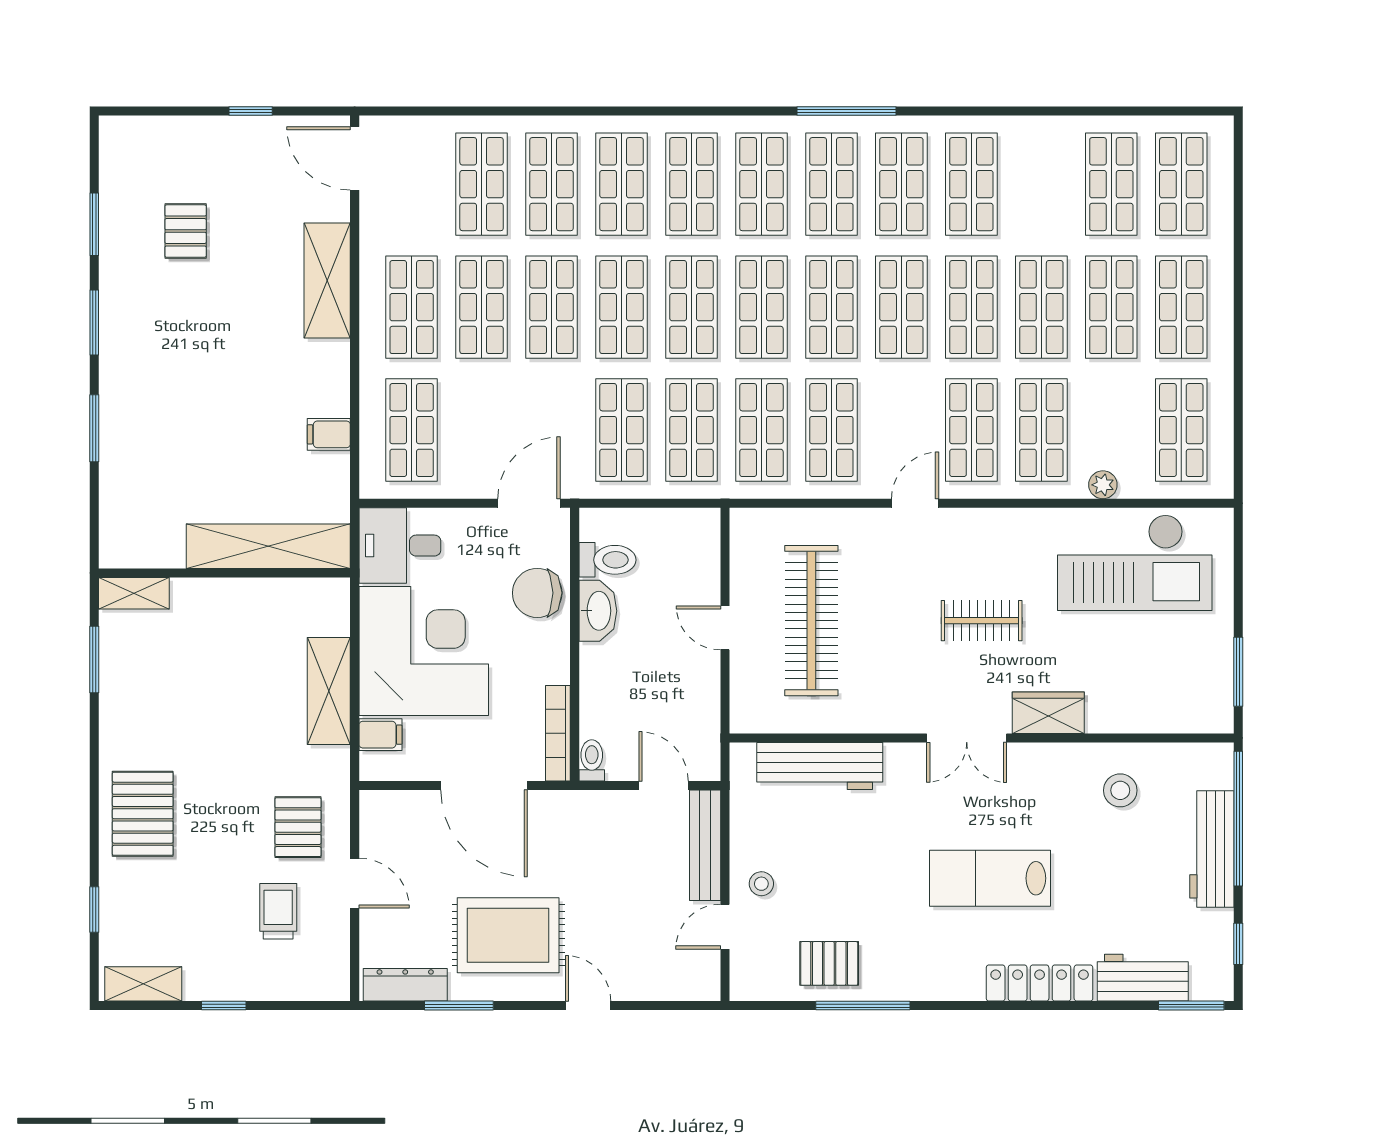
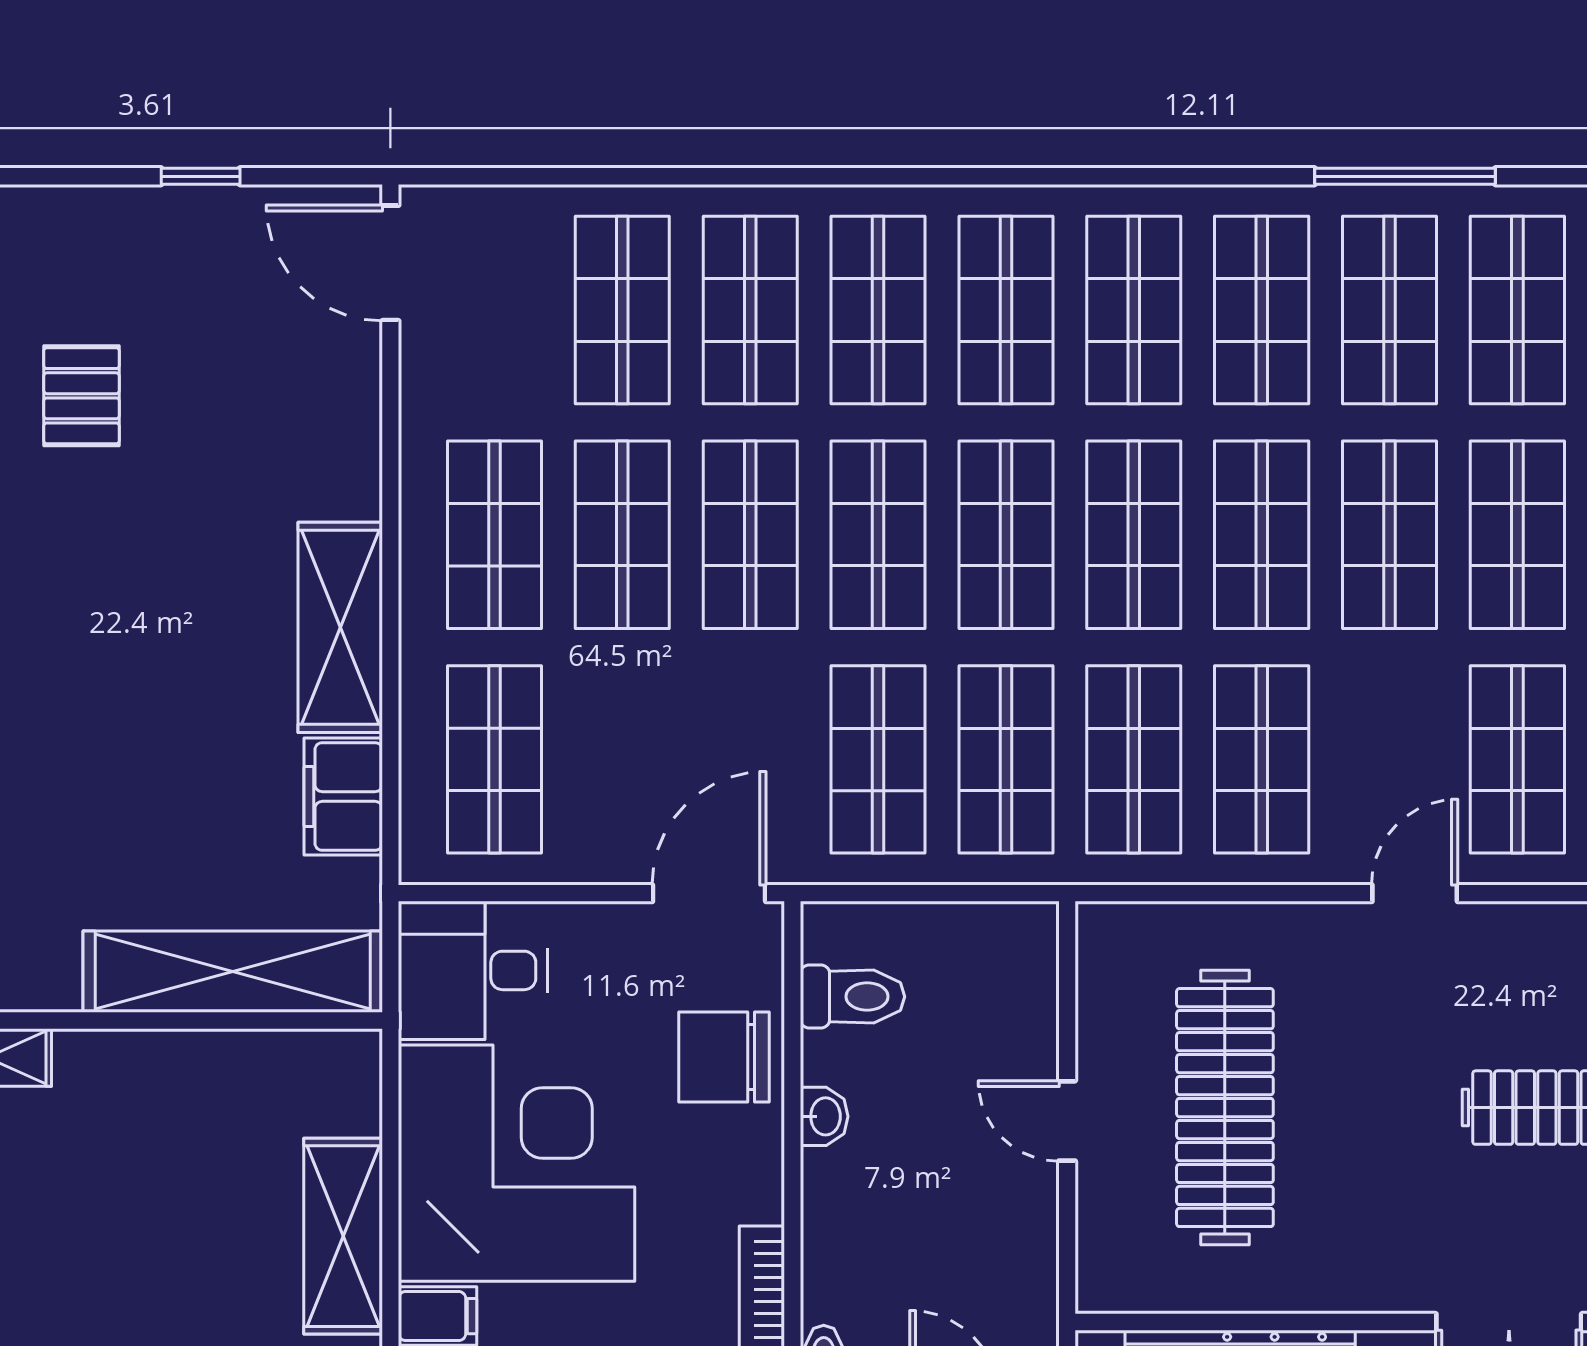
window: (846, 111) -> (1405, 176), moved
shelving: (327, 281) -> (340, 627), moved
filing cabinet: (329, 434) -> (343, 797), width x2.00
washbasin: (598, 611) -> (824, 1116), width x0.52, depth x0.69

